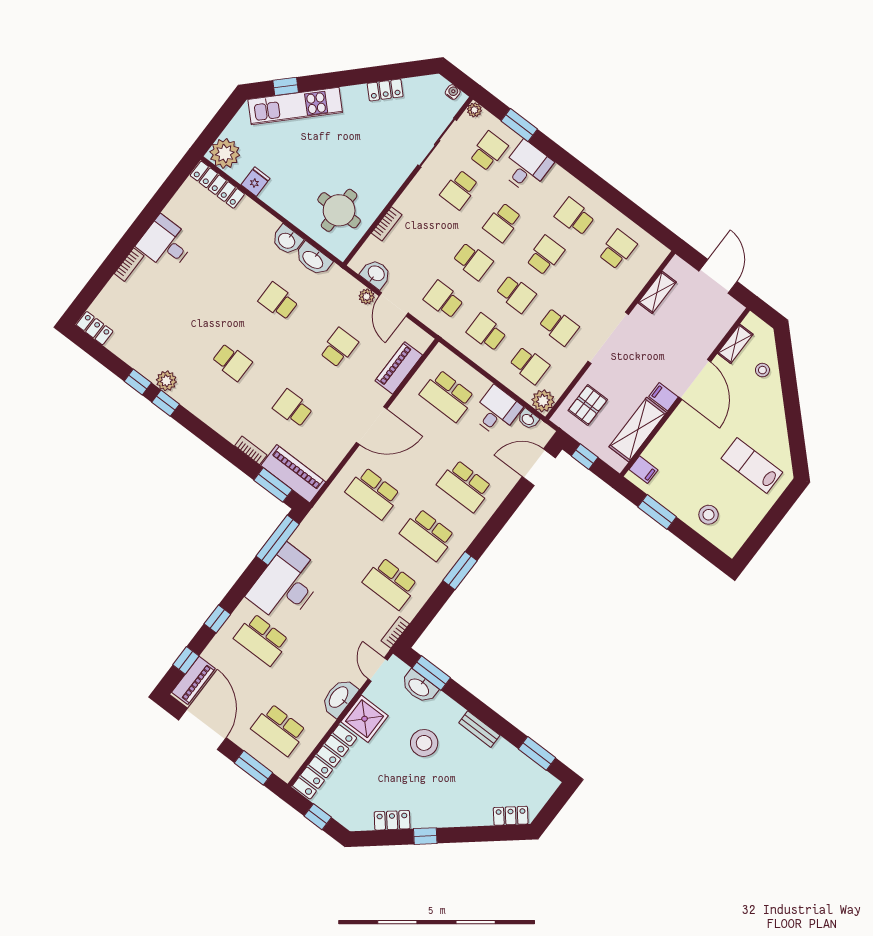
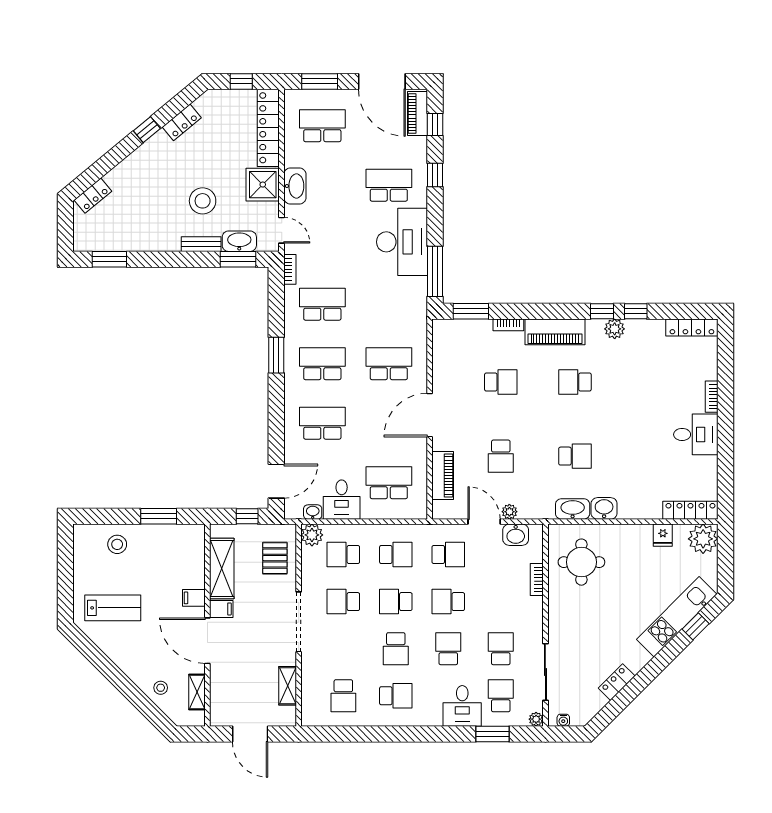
school desk: (489, 151) -> (501, 696), turned 180
locker: (95, 328) -> (692, 327), width x1.53
filing cabinet: (643, 470) -> (194, 598), moved
piano: (293, 474) -> (555, 332), moved
bench: (479, 729) -> (201, 244), moved

